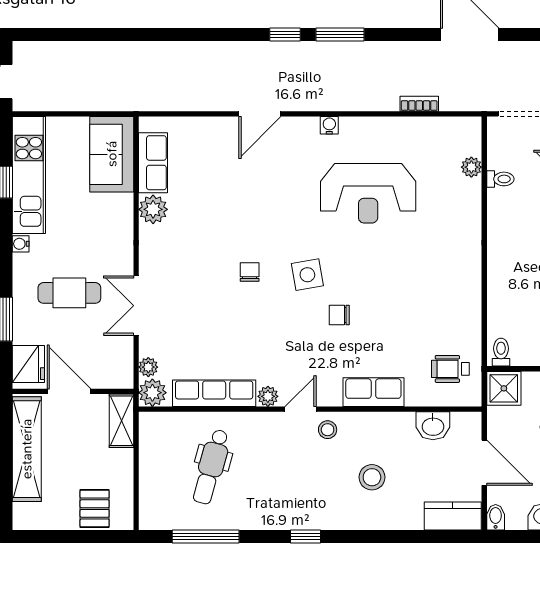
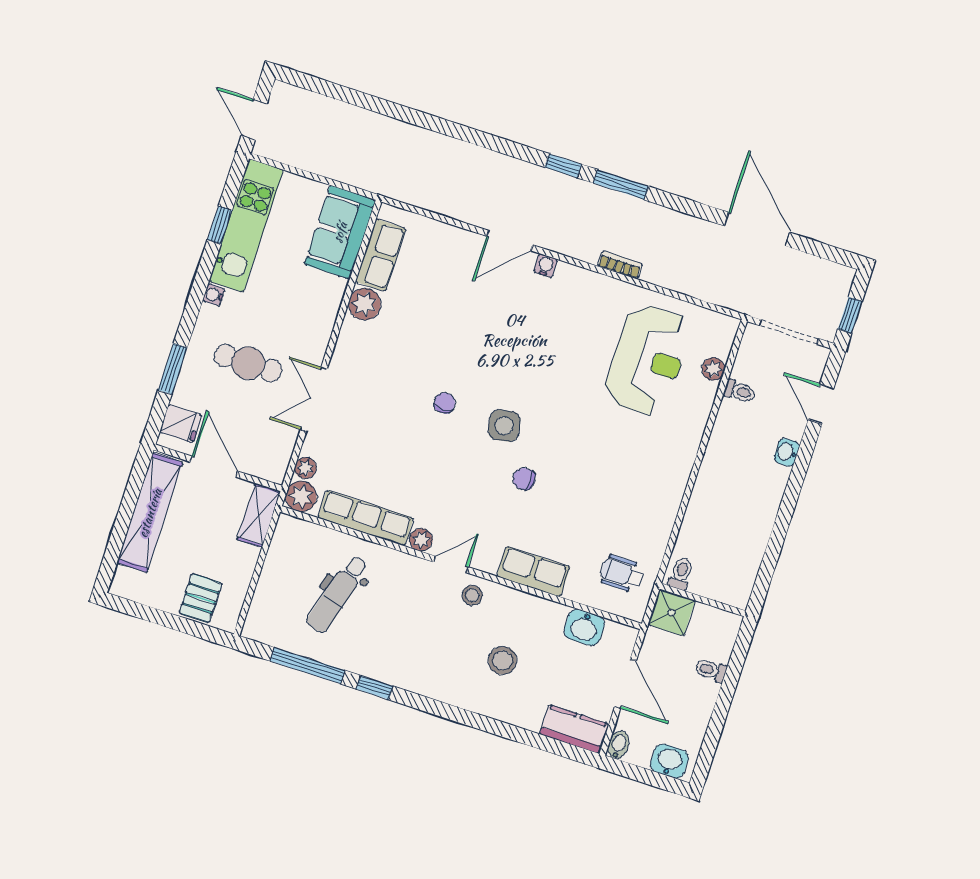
bookcase: (419, 104) -> (620, 265), moved
water cooler: (329, 125) -> (546, 266), moved
reception desk: (368, 193) -> (648, 360), moved, turned -90
fridge: (28, 364) -> (181, 424), width x0.72
window: (305, 537) -> (375, 688), moved

